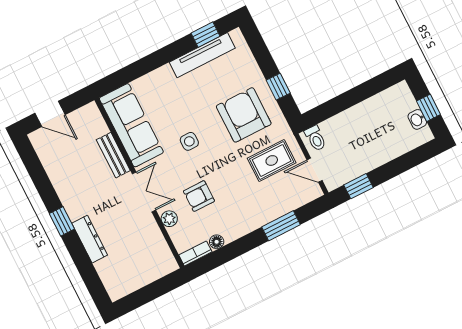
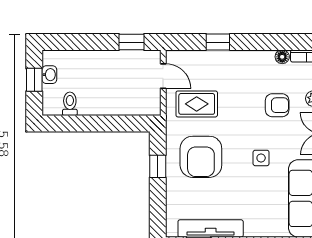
toilet: (315, 138) -> (70, 104), moved
window: (281, 226) -> (218, 42), width x0.67

